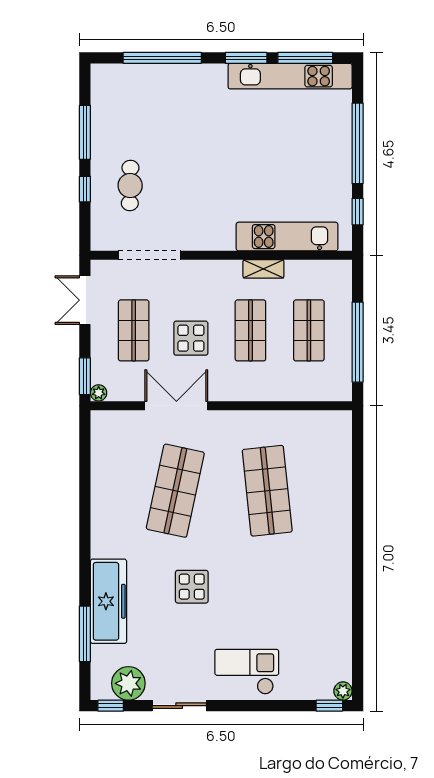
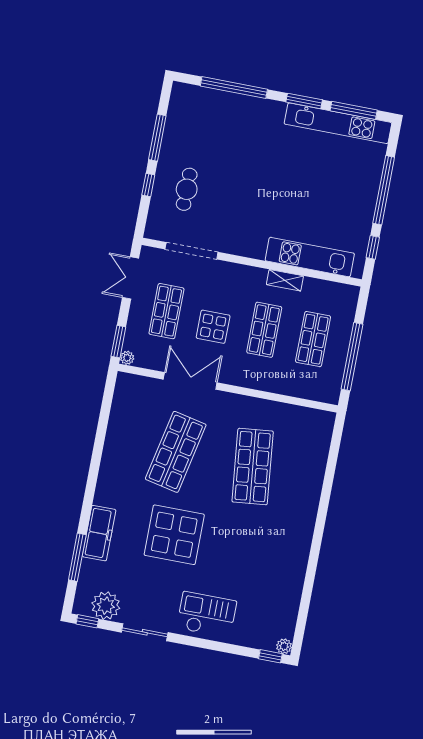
display table: (192, 587) -> (174, 535), width x1.86, depth x1.86
freezer: (109, 601) -> (99, 533), width x0.73, depth x0.79

